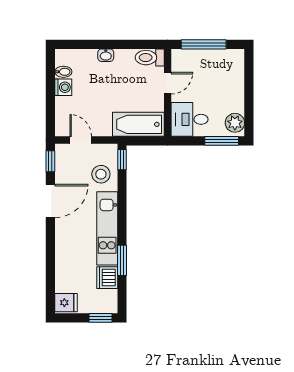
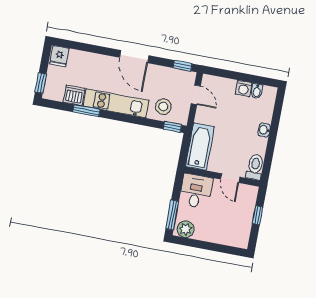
window: (204, 44) -> (258, 215), width x0.46
door: (81, 140) -> (196, 95), hinge flipped
door: (50, 201) -> (134, 57), moved

